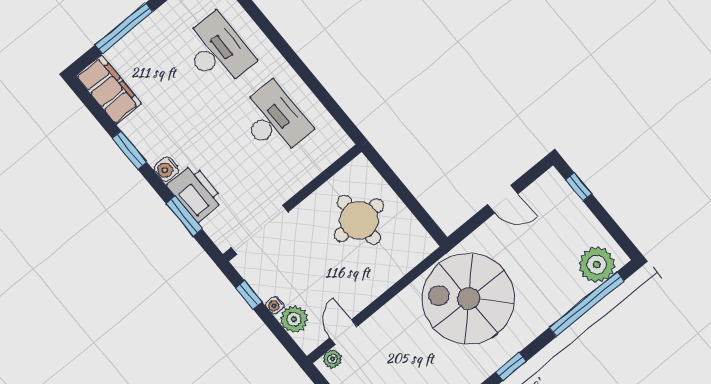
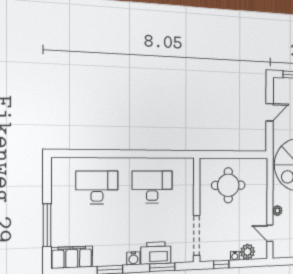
plant: (332, 359) -> (277, 211), moved

